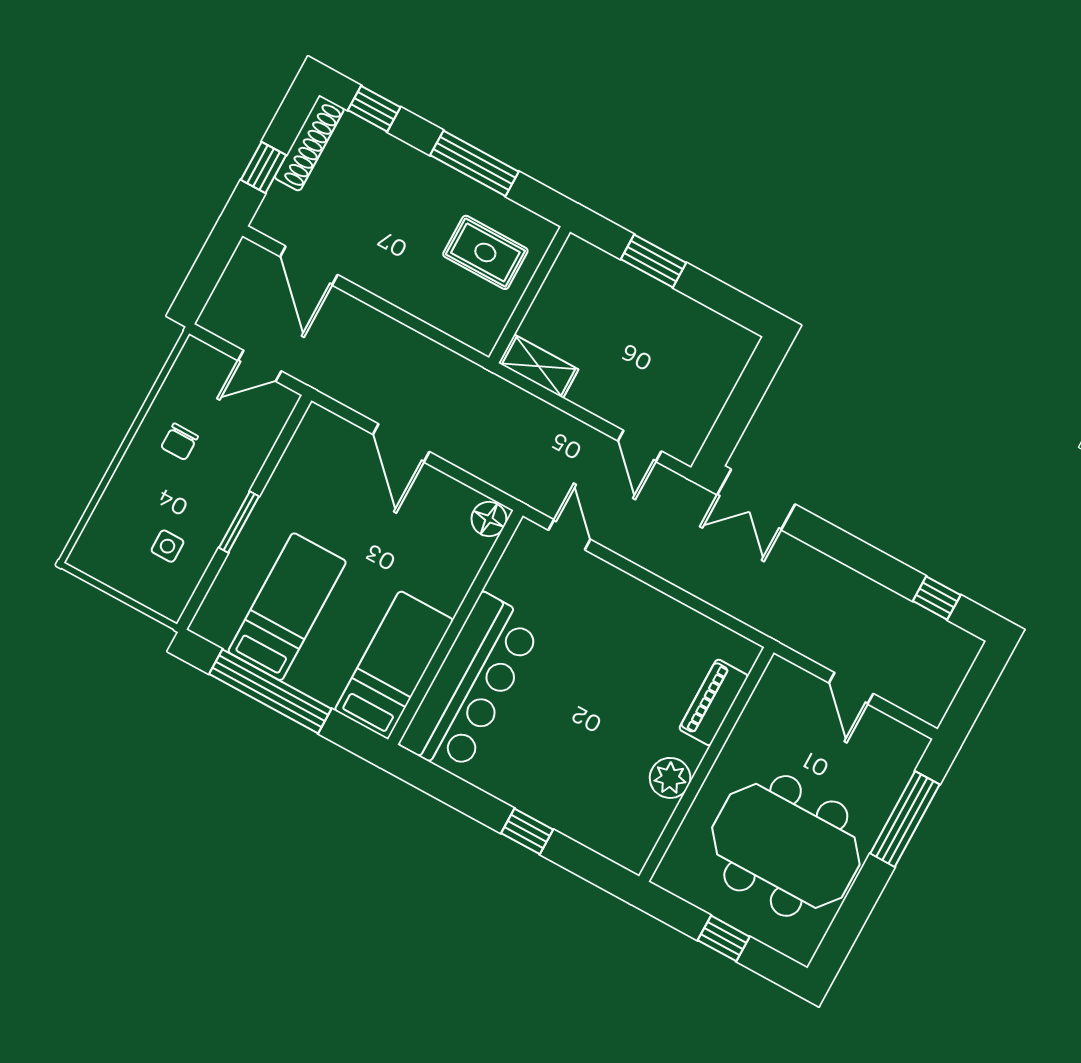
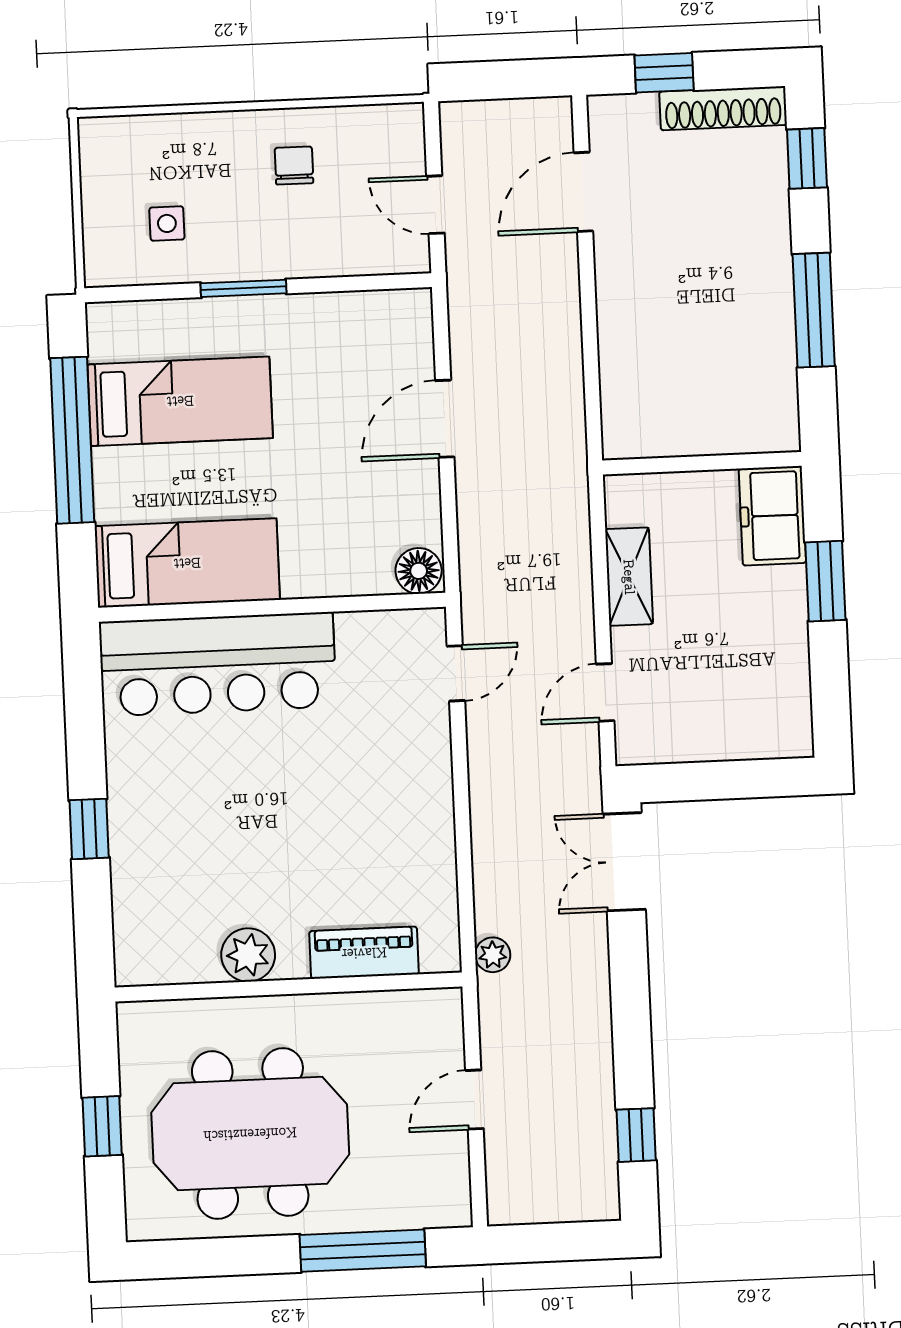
rug: (485, 252) -> (720, 384), removed
freezer: (591, 270) -> (772, 516), added
shelving: (539, 366) -> (629, 577), moved
chair: (180, 442) -> (294, 165), turned 90
plant: (765, 620) -> (493, 955), added
meeting table: (786, 846) -> (250, 1134), turned 90

